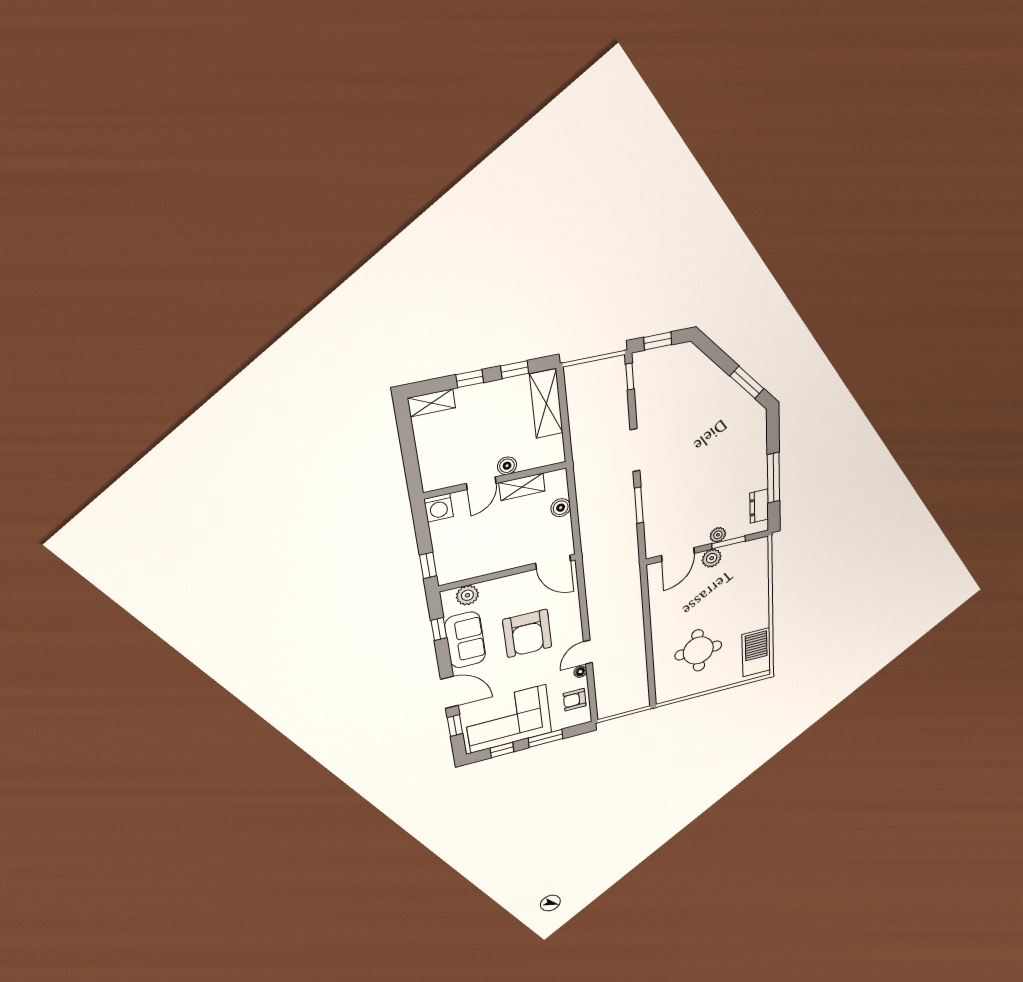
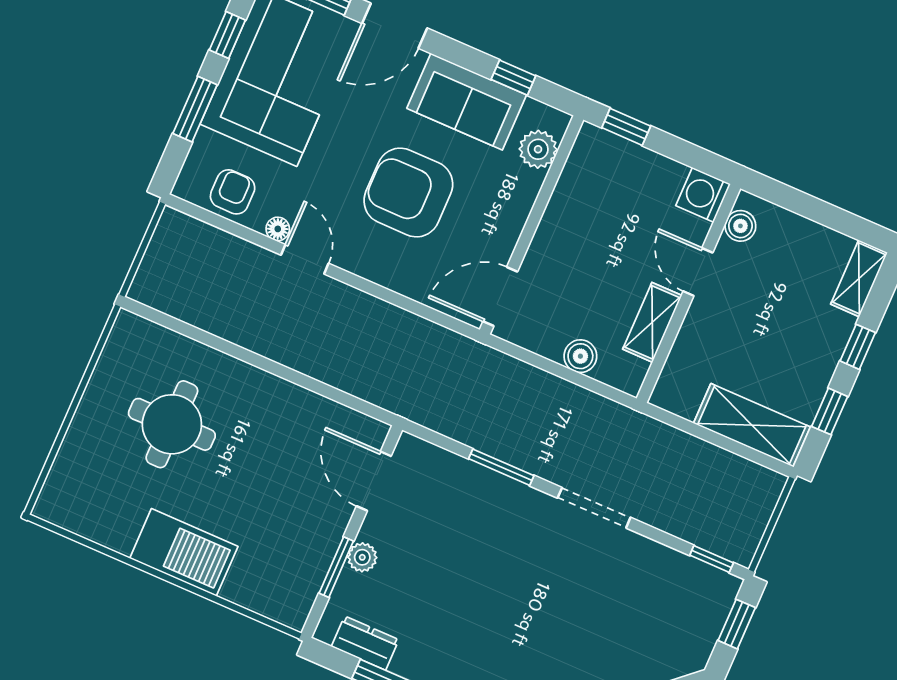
boiler: (507, 466) -> (740, 226), moved
plant: (712, 558) -> (328, 528), removed
barbecue: (756, 652) -> (184, 552), moved

